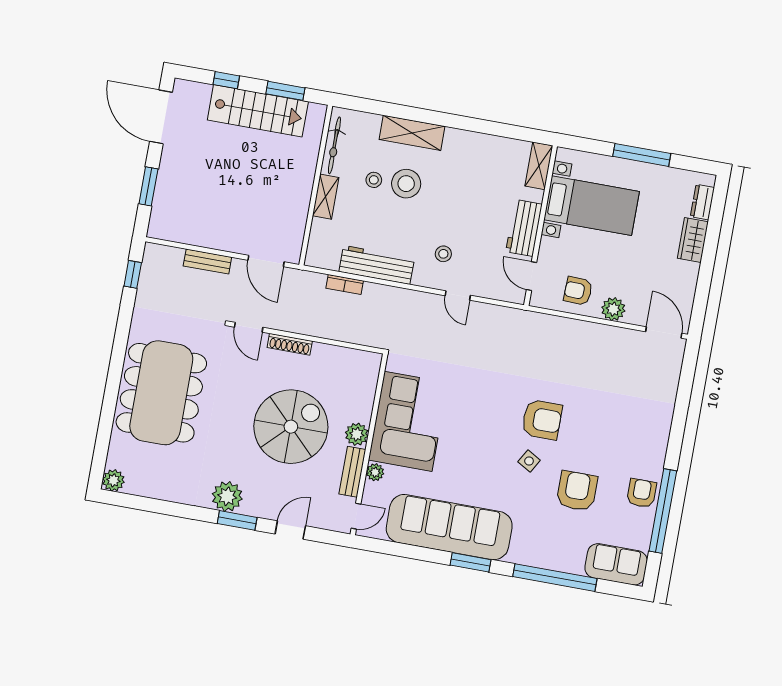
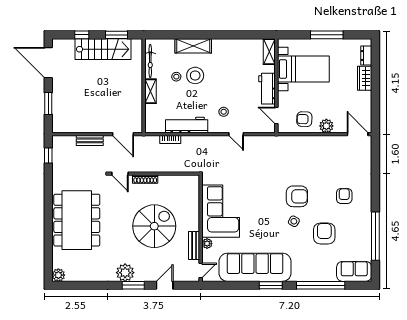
plant: (357, 434) -> (193, 224), removed
armchair: (642, 493) -> (344, 196), moved

